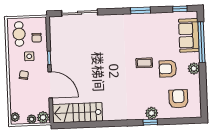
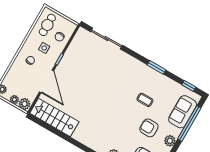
coffee table: (144, 63) -> (145, 100), moved

